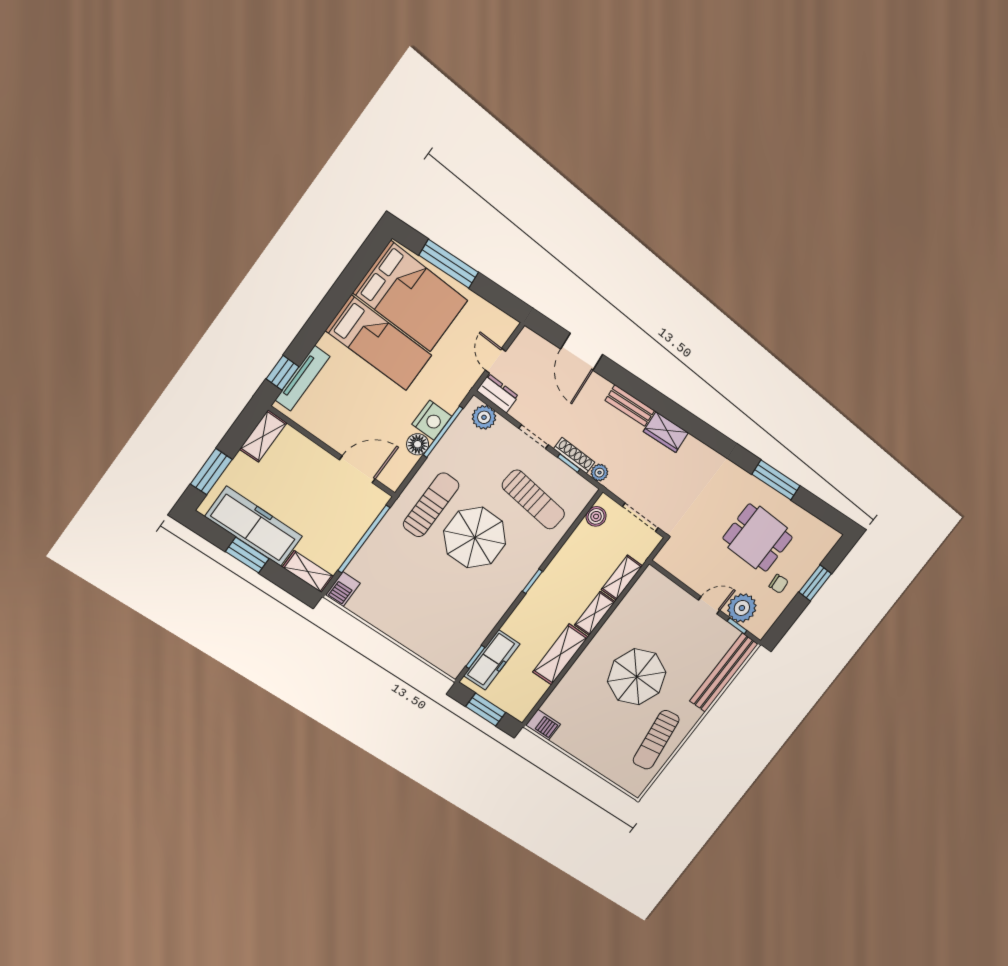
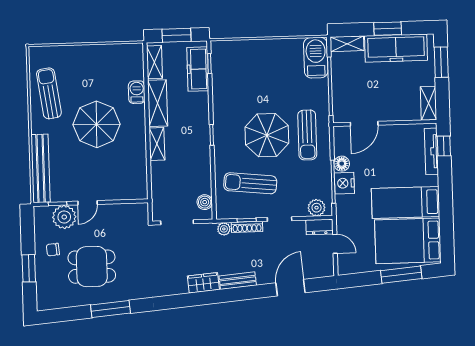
door: (582, 352) -> (291, 288), hinge flipped
shelving: (622, 578) -> (154, 62), moved
barbecue: (343, 589) -> (316, 58), width x1.88, depth x1.53
barbecue: (543, 725) -> (137, 92), moved, turned 90

